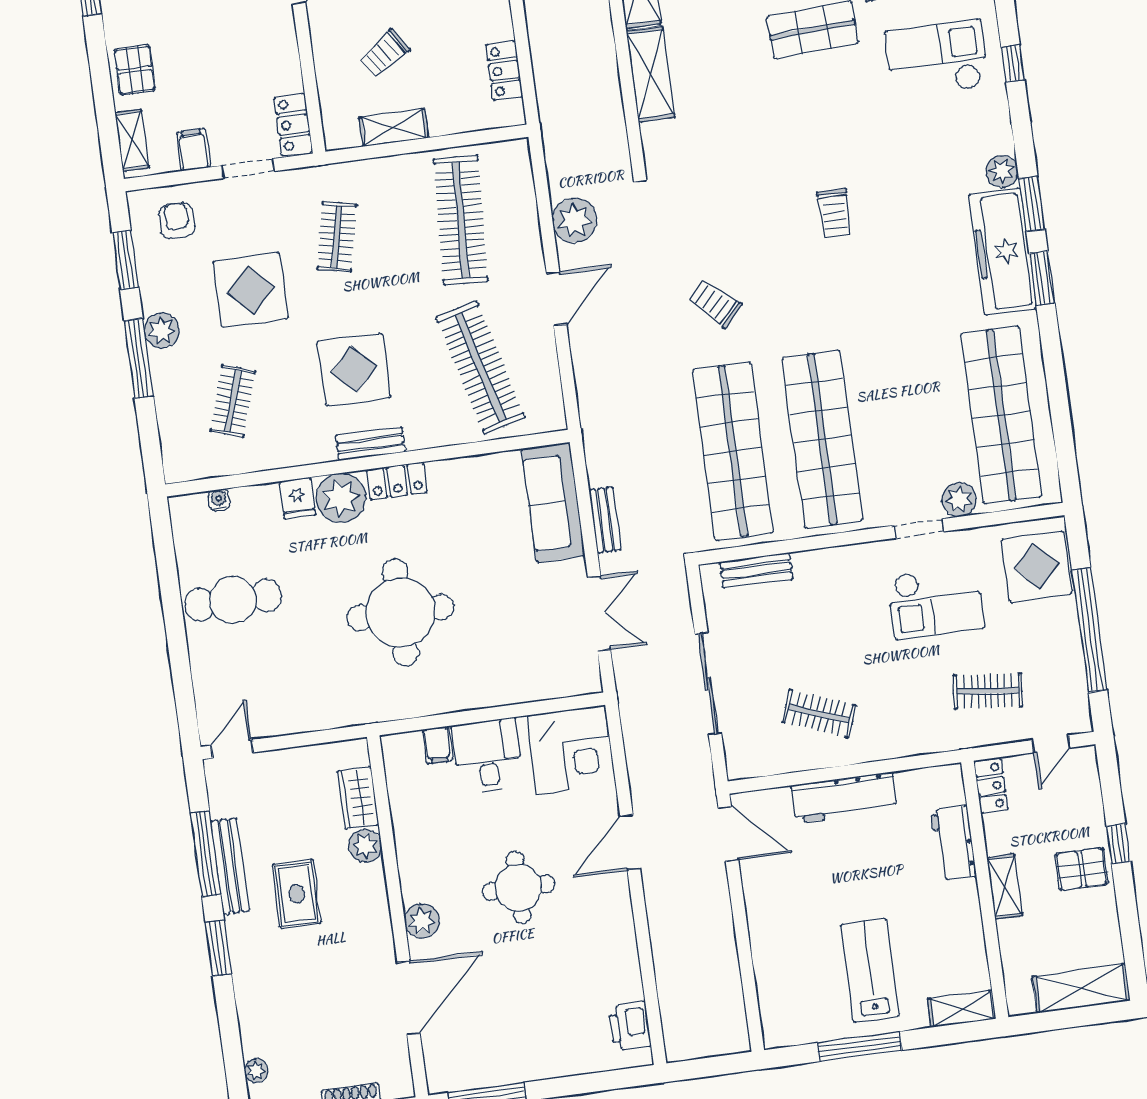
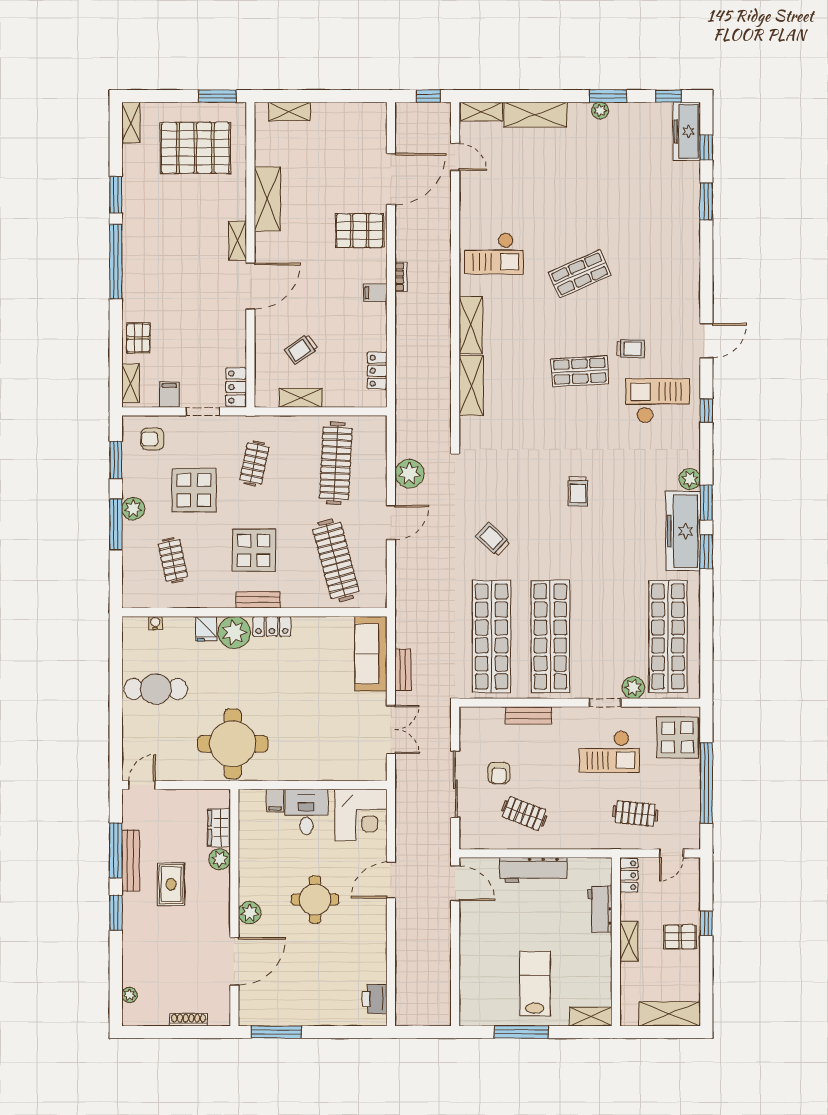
armchair: (177, 221) -> (152, 439), turned -90
clothes rail: (233, 401) -> (173, 560), turned -30
bench: (756, 570) -> (528, 715), moved
round table: (400, 612) -> (233, 744), moved
armchair: (772, 657) -> (499, 773), added

